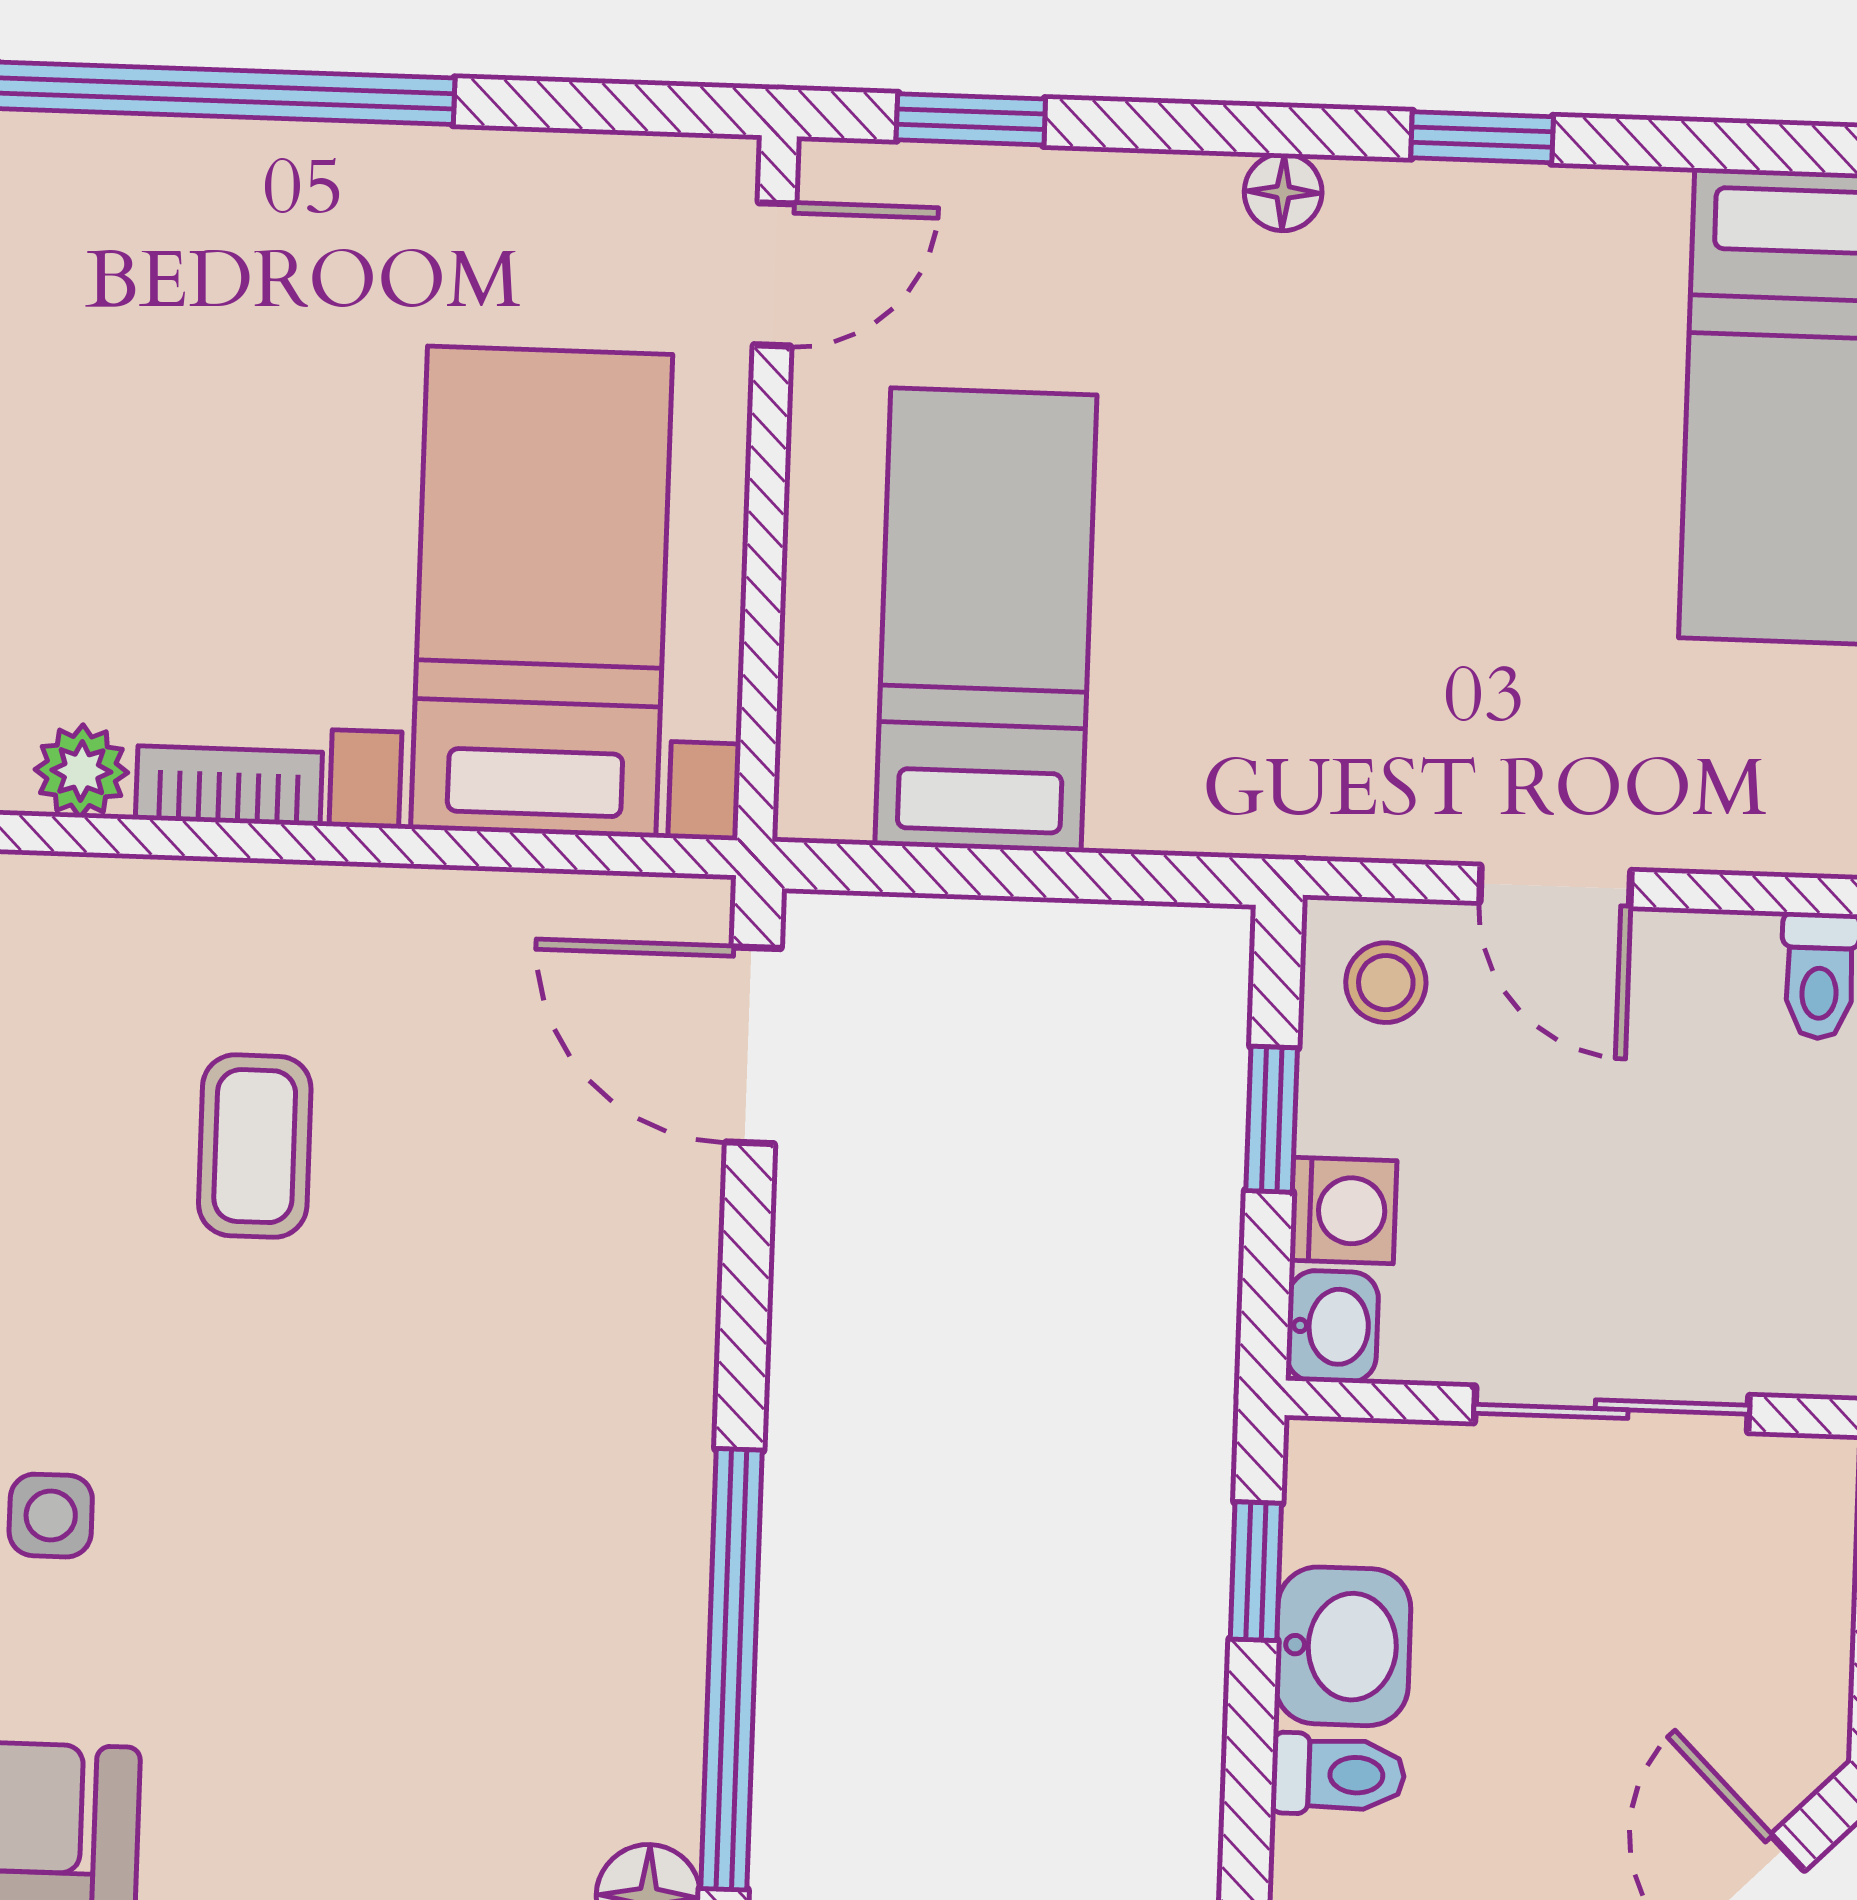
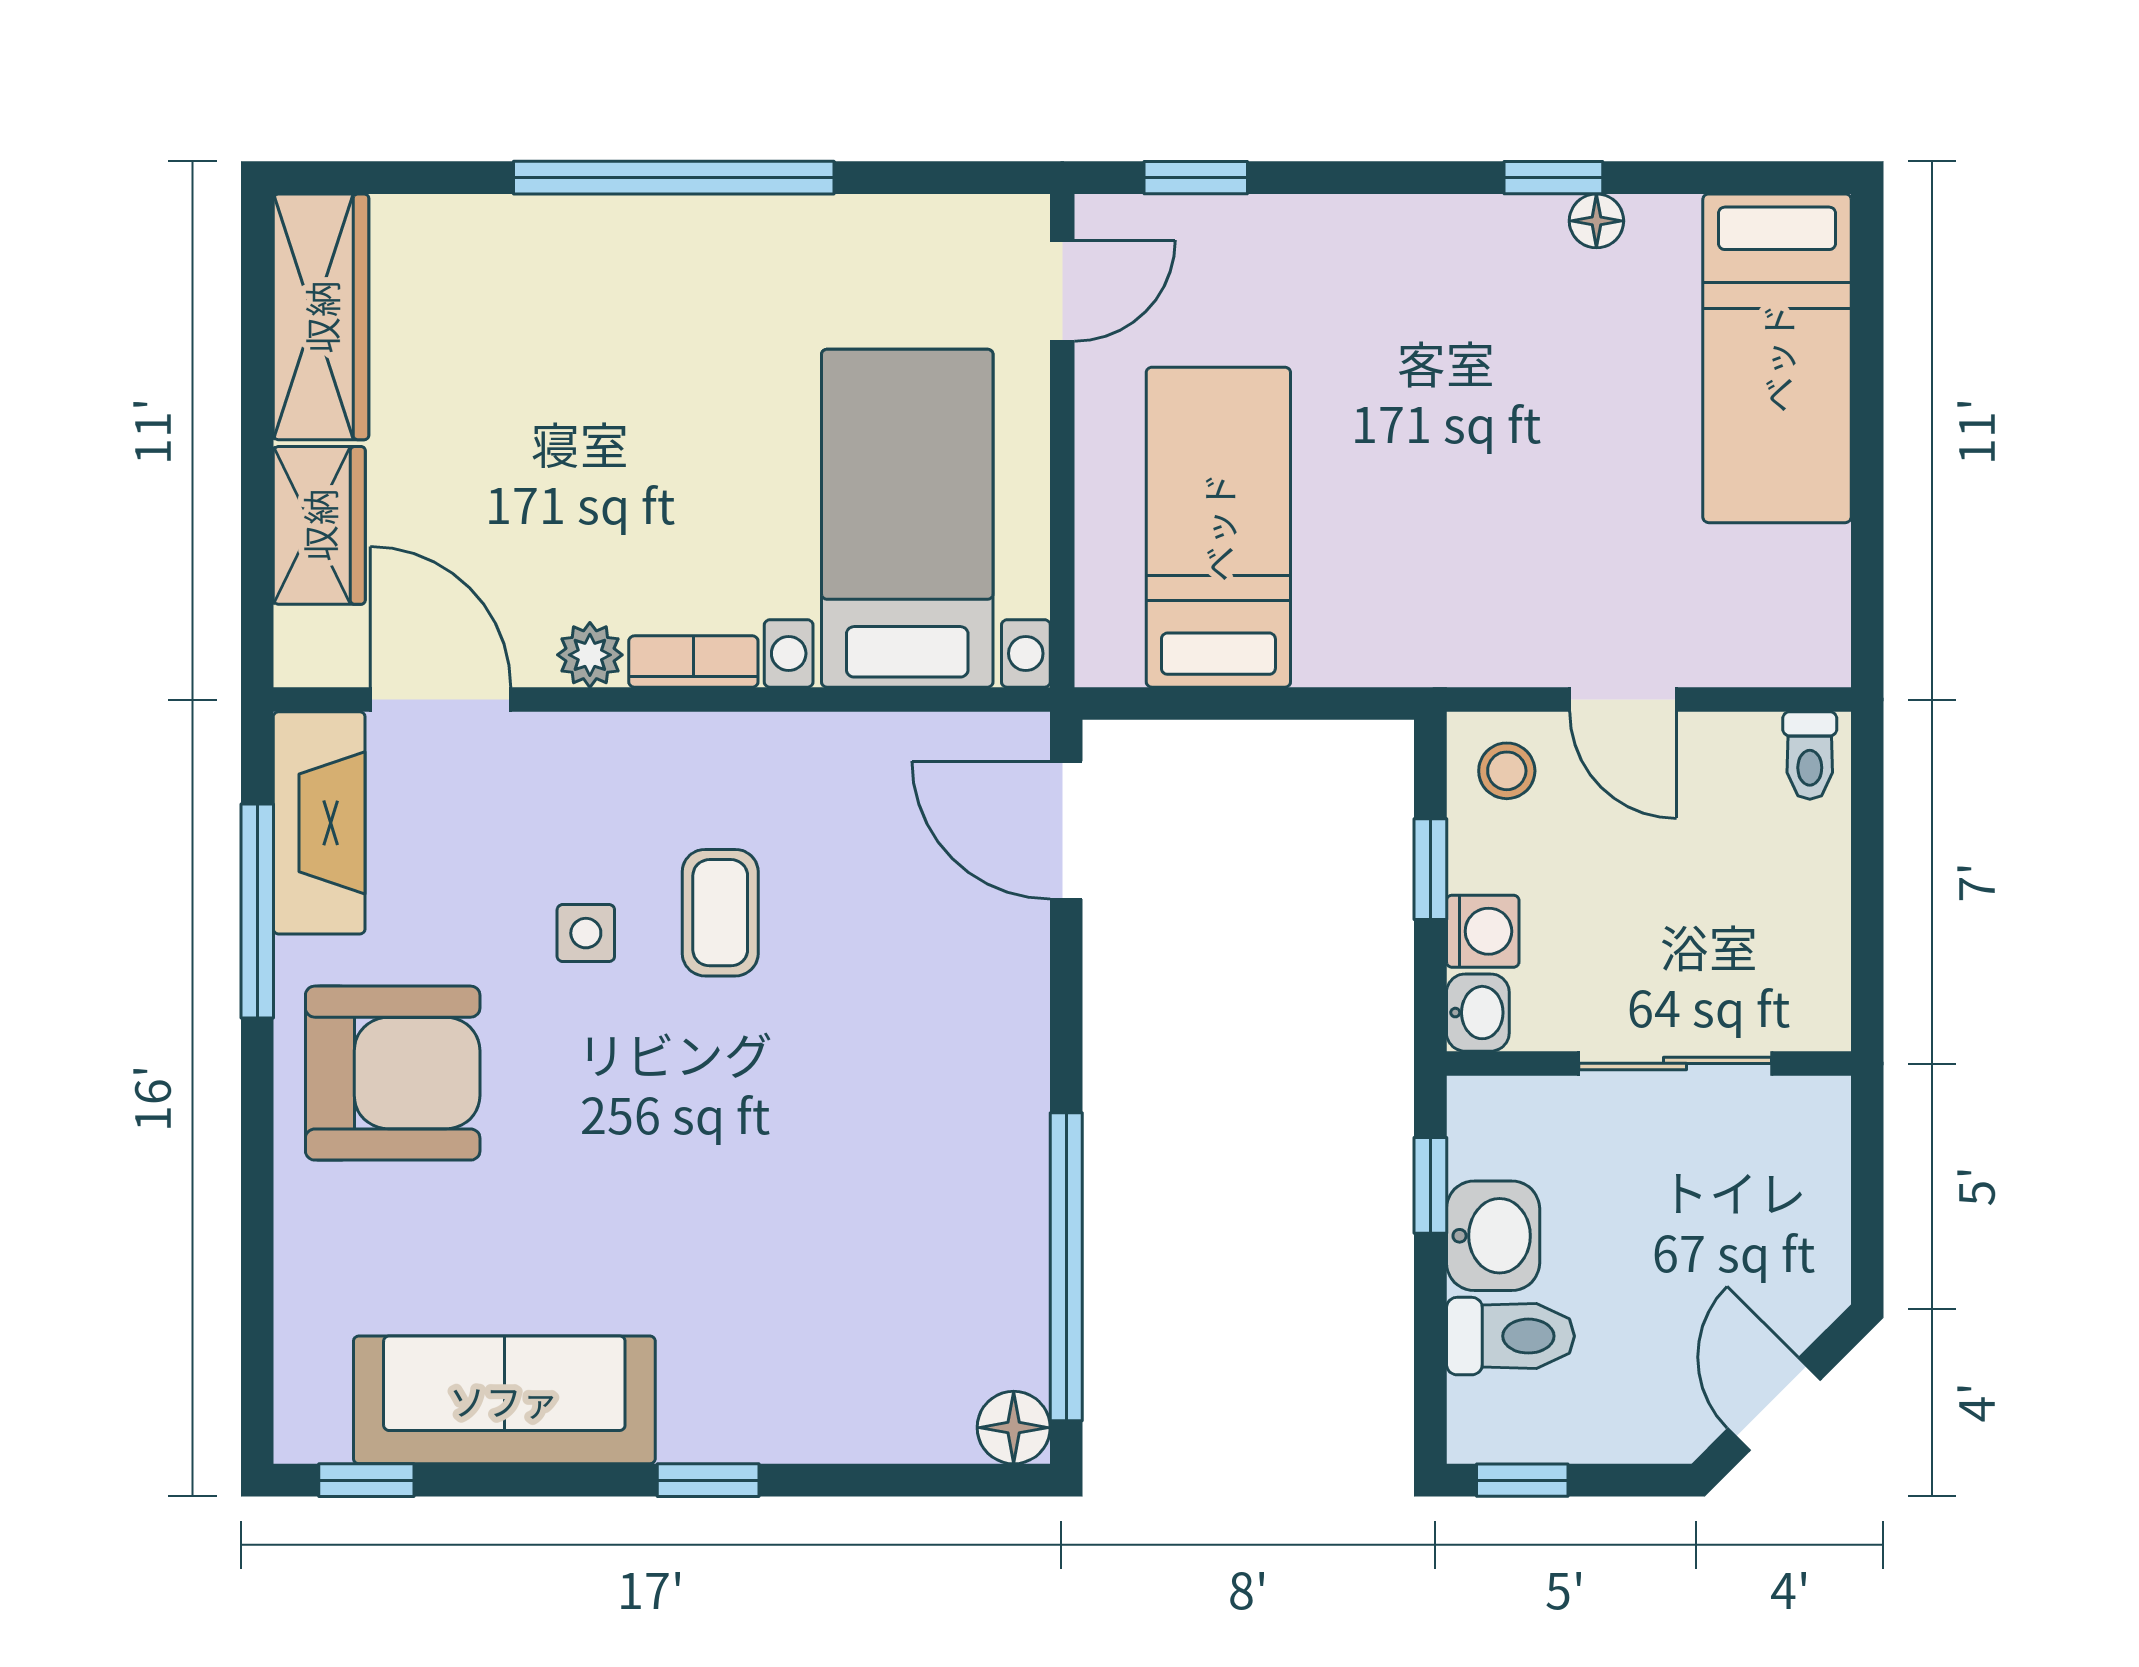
floor lamp: (1283, 192) -> (1596, 221), moved
side table: (51, 1516) -> (586, 933), moved
toilet: (1338, 1775) -> (1510, 1336), width x1.37, depth x1.39

